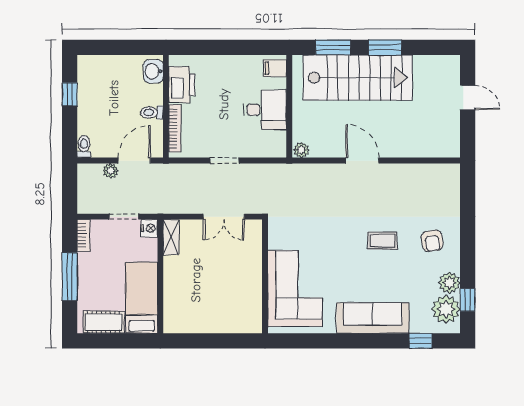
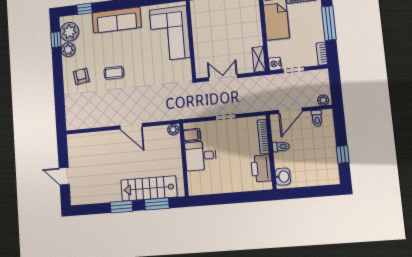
filing cabinet: (275, 68) -> (192, 135), moved
stairs: (358, 78) -> (149, 188), width x0.73, depth x0.66
toilet: (84, 147) -> (317, 118), moved
plant: (110, 171) -> (323, 100), moved

